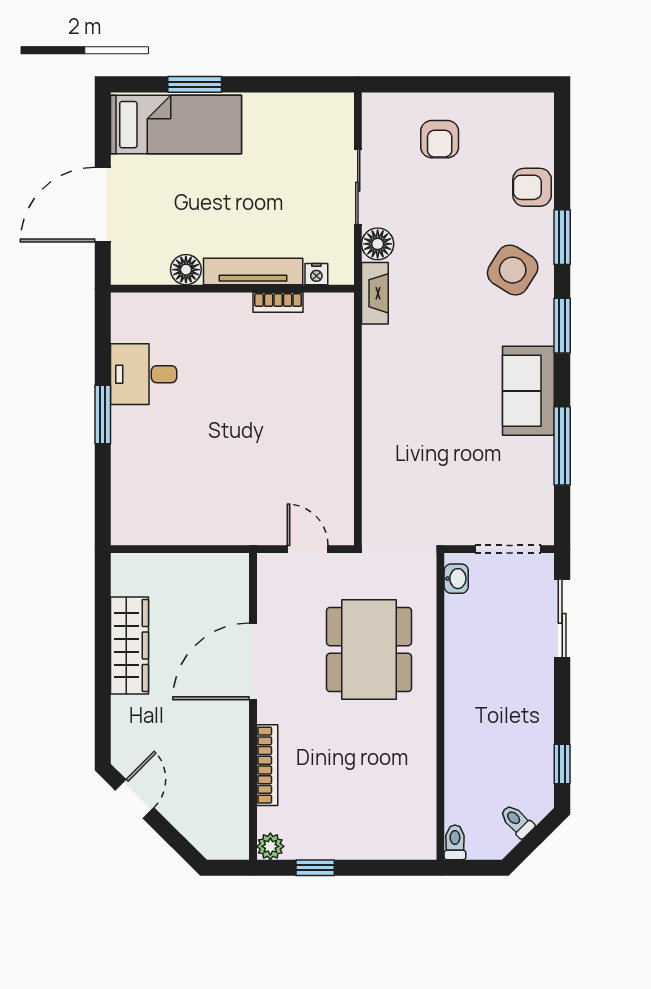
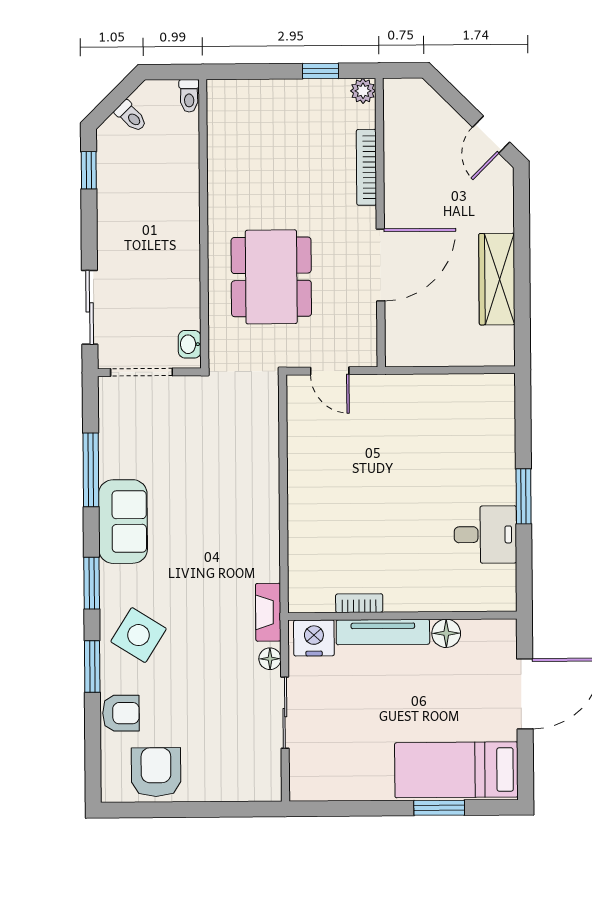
armchair: (440, 139) -> (156, 772), moved, width x1.38, depth x1.38
floor lamp: (378, 244) -> (270, 659), width x0.73, depth x0.73
nightstand: (316, 274) -> (314, 638), width x1.89, depth x1.79

